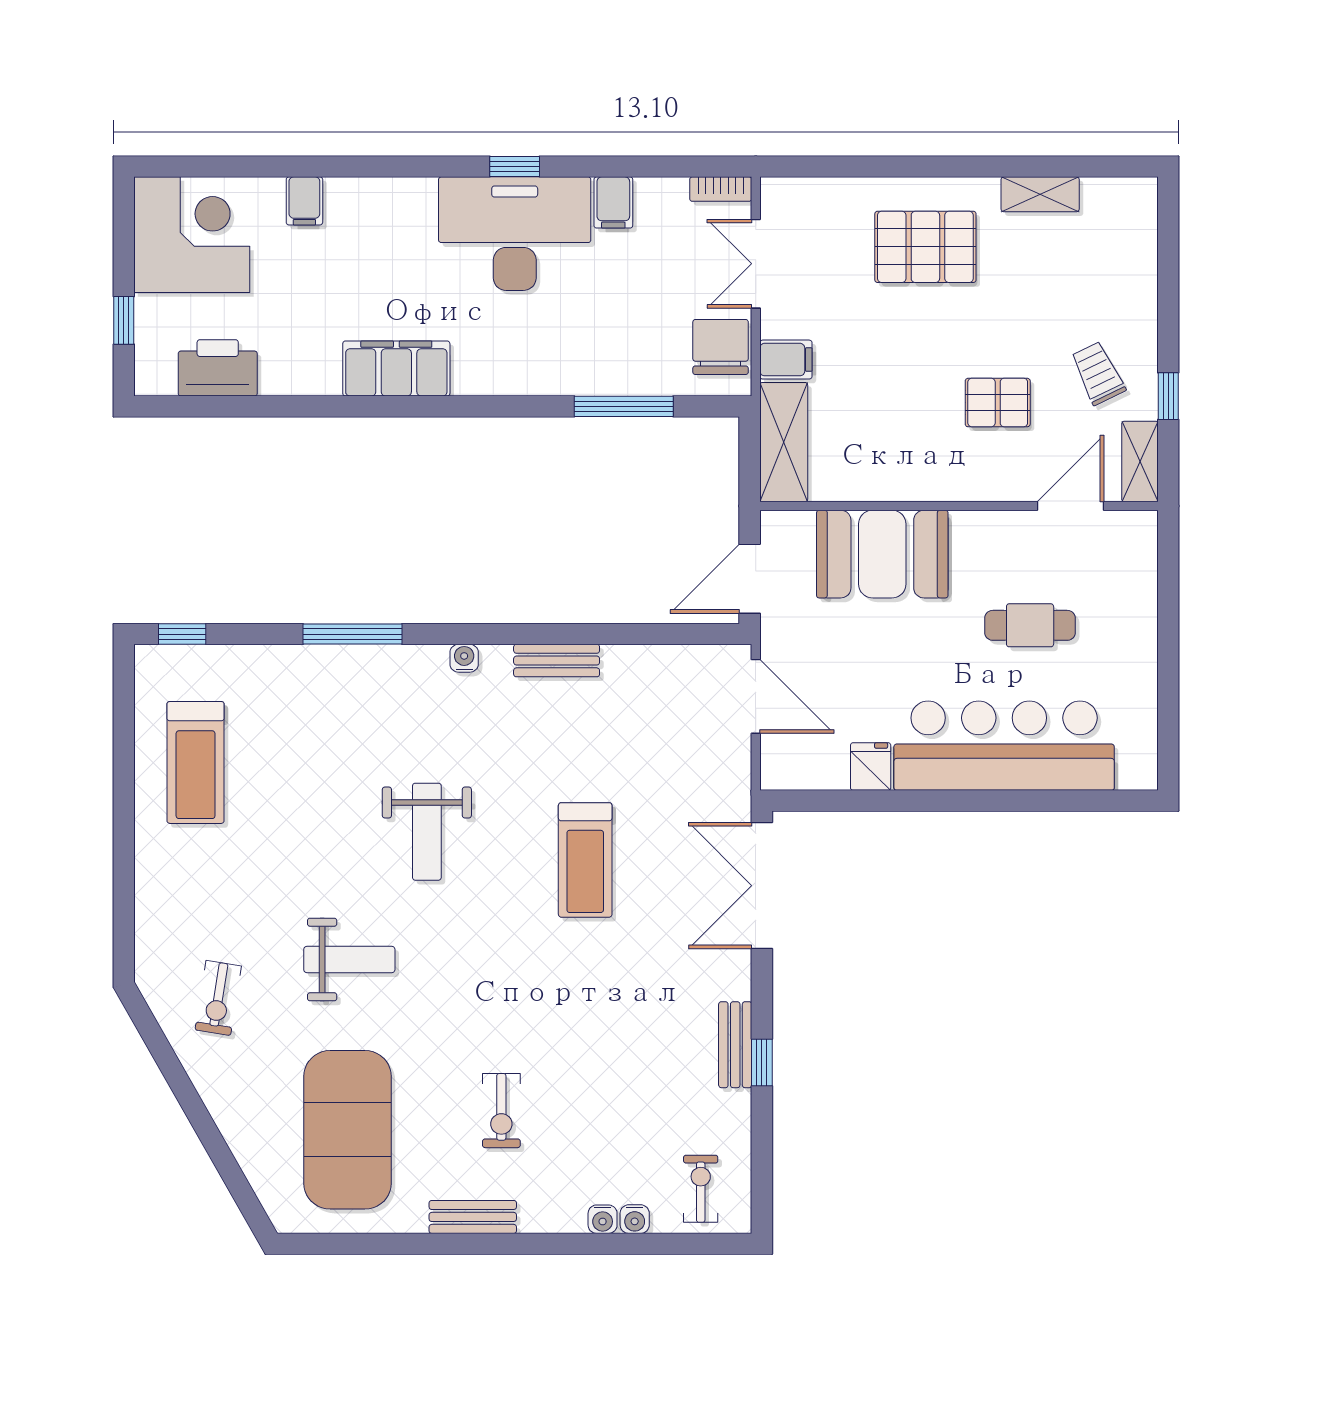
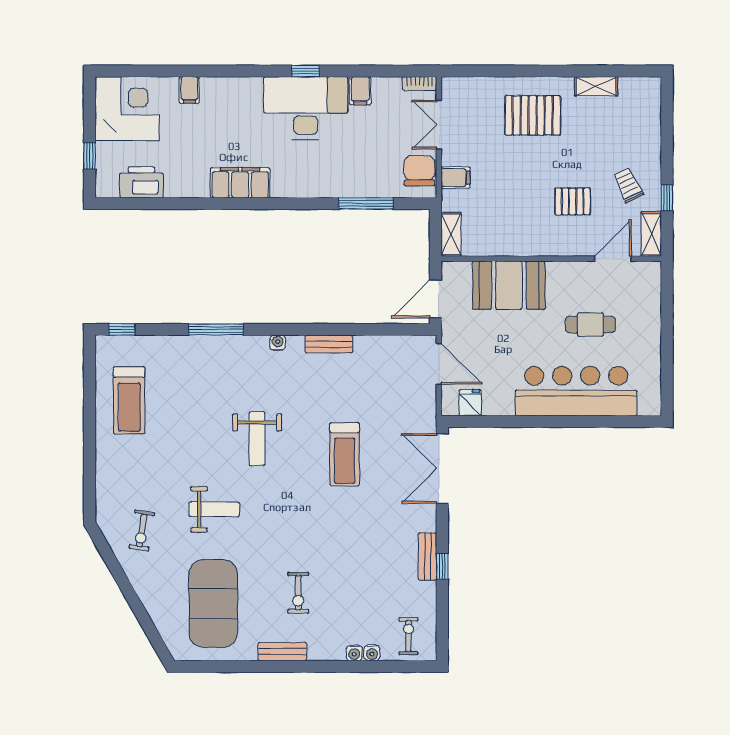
shelving: (784, 442) -> (451, 234), width x0.67, depth x0.75
fridge: (871, 767) -> (470, 403), moved

